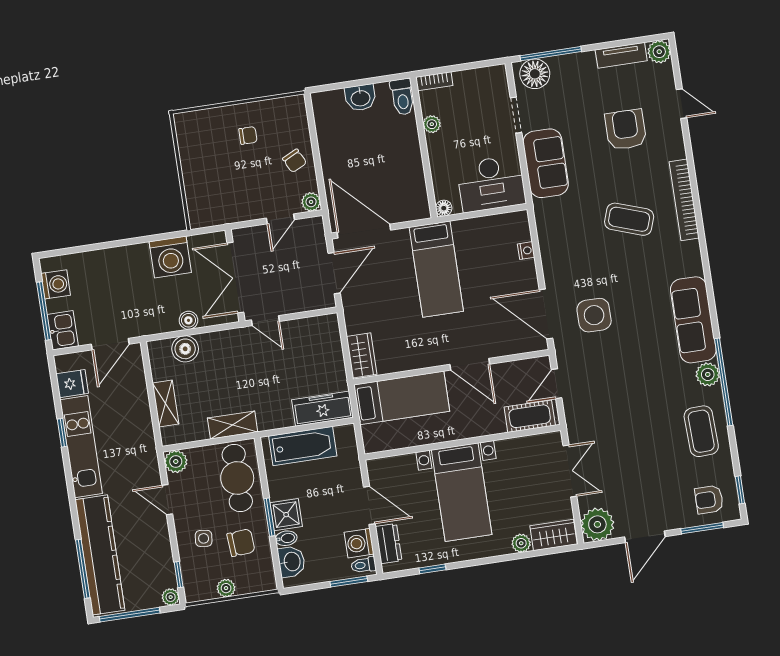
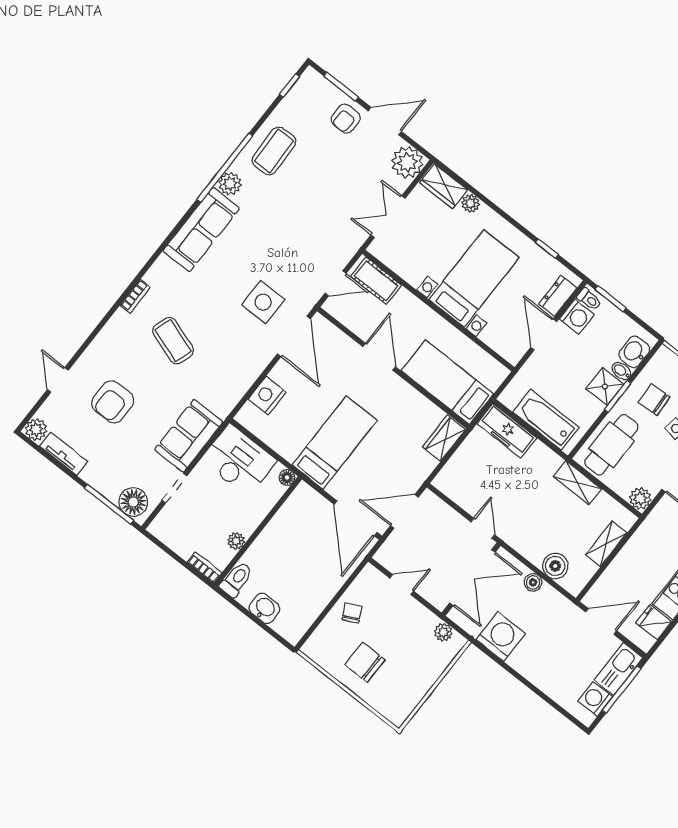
chair: (248, 135) -> (365, 662), width x1.87, depth x1.87
bookcase: (684, 200) -> (135, 296), width x0.43, depth x0.76
plant: (311, 202) -> (443, 632), moved
nightstand: (526, 251) -> (267, 396), width x1.89, depth x1.79
kitchen sink: (63, 330) -> (619, 669), width x1.38
armchair: (709, 500) -> (346, 119), moved, turned 90

